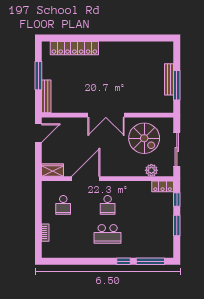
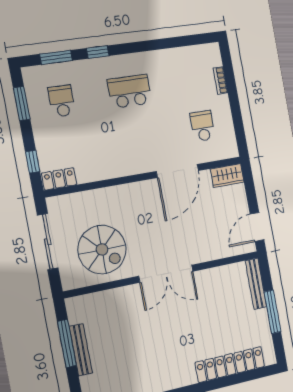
double door: (106, 115) -> (166, 274), swing flipped
spiral stairs: (144, 138) -> (102, 250), turned 180
plant: (151, 170) -> (81, 201), removed
school desk: (108, 205) -> (62, 101), moved
window: (177, 225) -> (22, 104), moved
window: (150, 261) -> (56, 57), width x0.69

